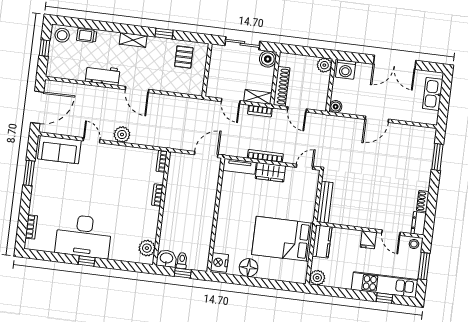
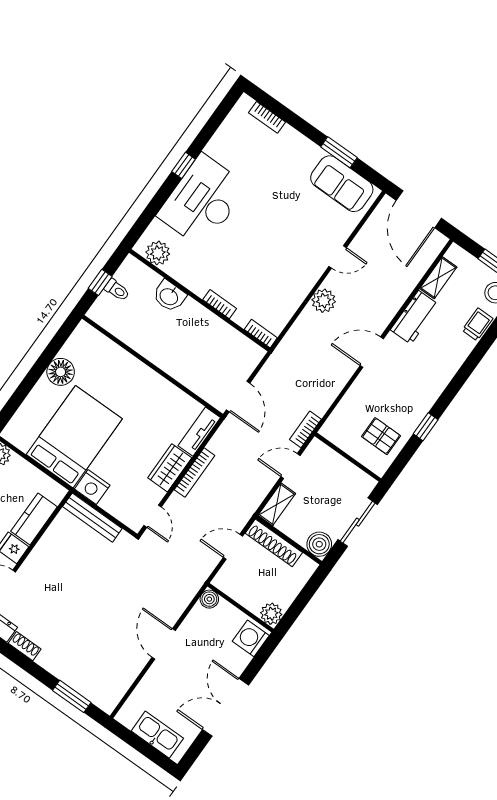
shelving: (133, 40) -> (438, 278), moved
bookcase: (260, 111) -> (305, 429), moved
sofa: (59, 150) -> (342, 184), moved, turned -90
desk: (84, 236) -> (202, 201), moved
kitchen counter: (322, 241) -> (34, 519), moved, turned 90
washbasin: (166, 258) -> (169, 296), moved, turned 90
nightstand: (219, 262) -> (92, 487), moved, turned 180

